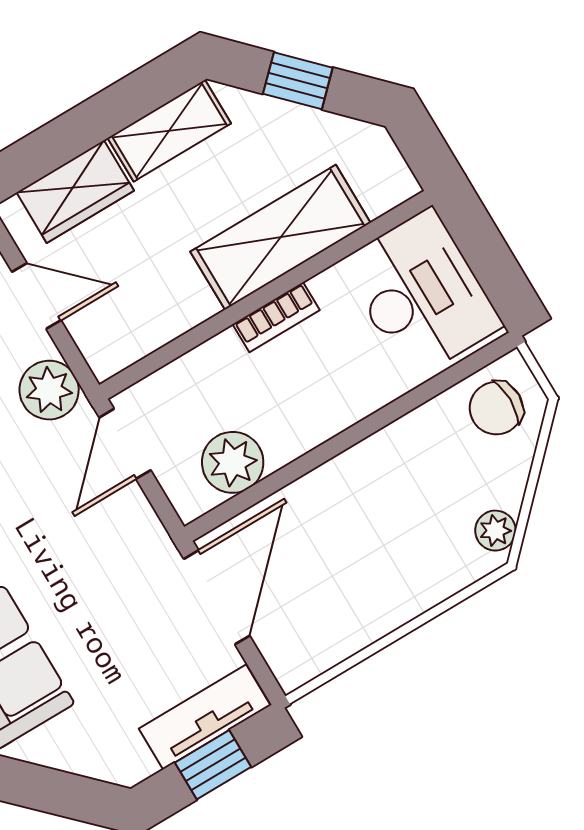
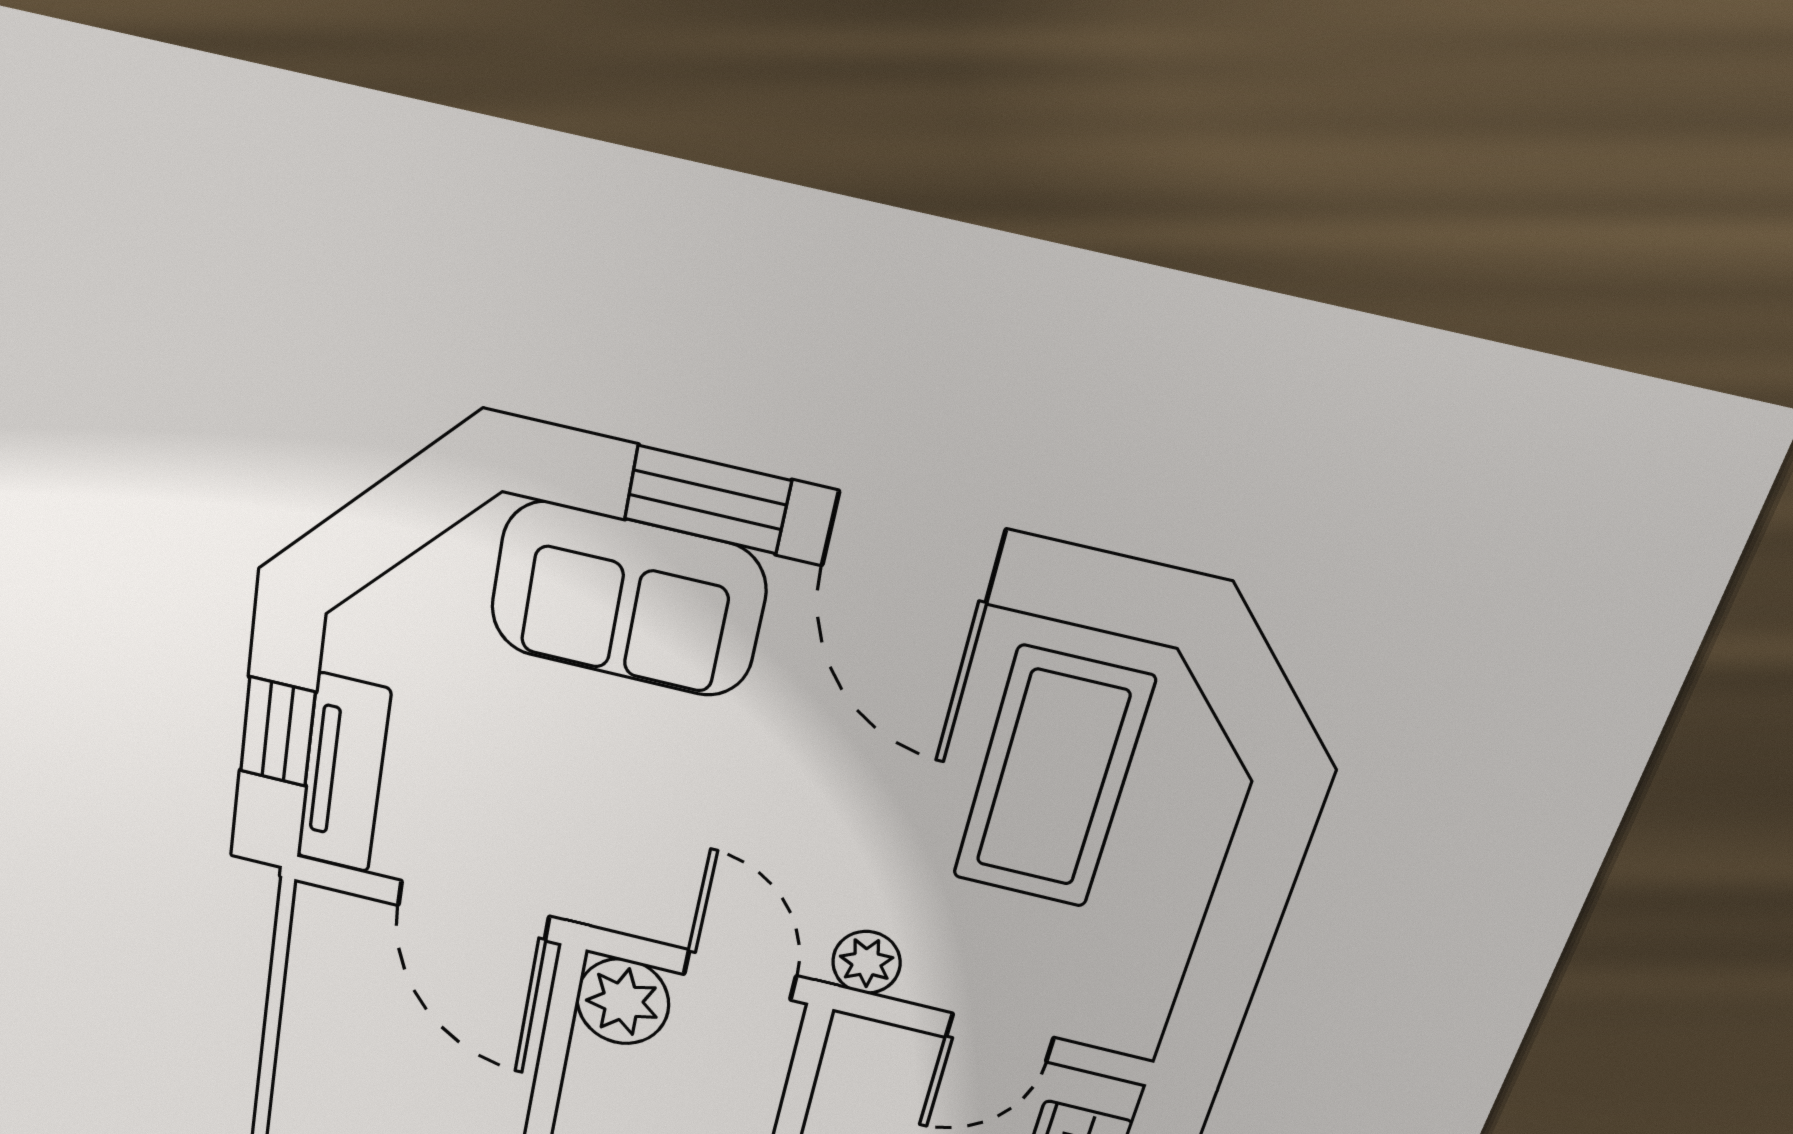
plant: (49, 390) -> (866, 962), width x0.73, depth x0.73
plant: (233, 462) -> (623, 1001), moved

